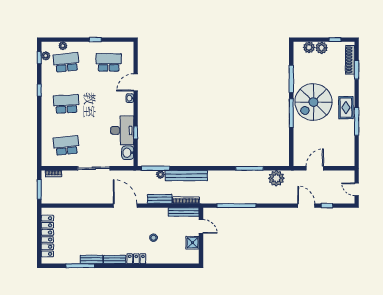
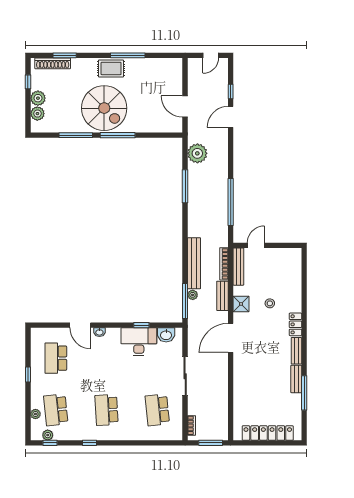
shower: (192, 243) -> (241, 304), moved

